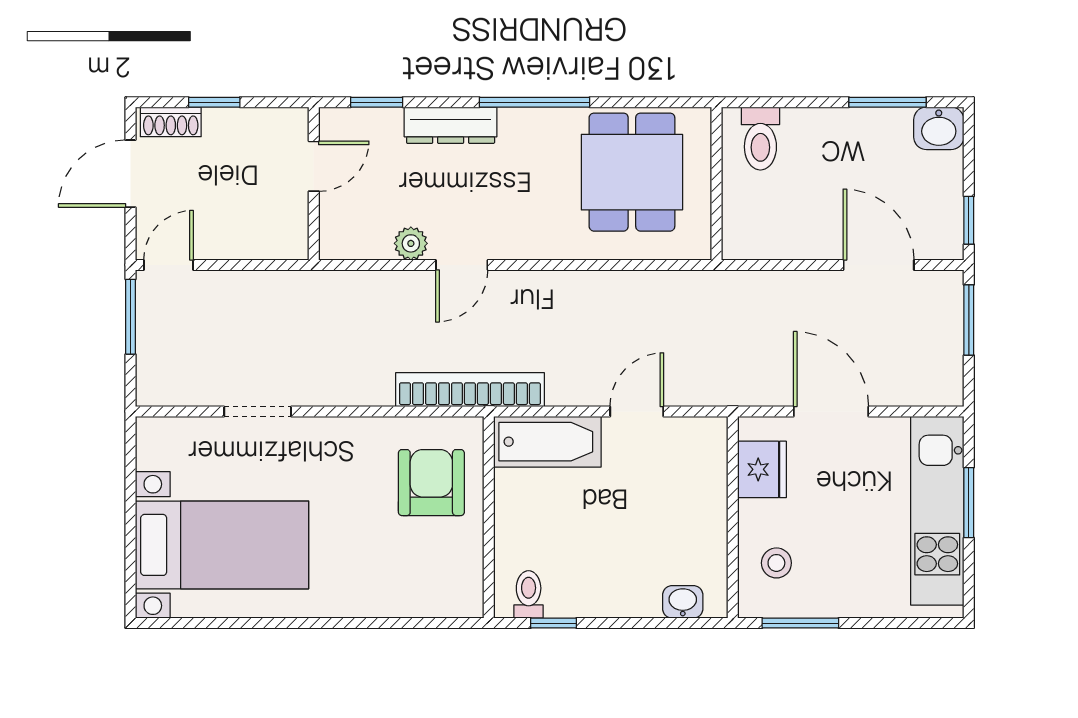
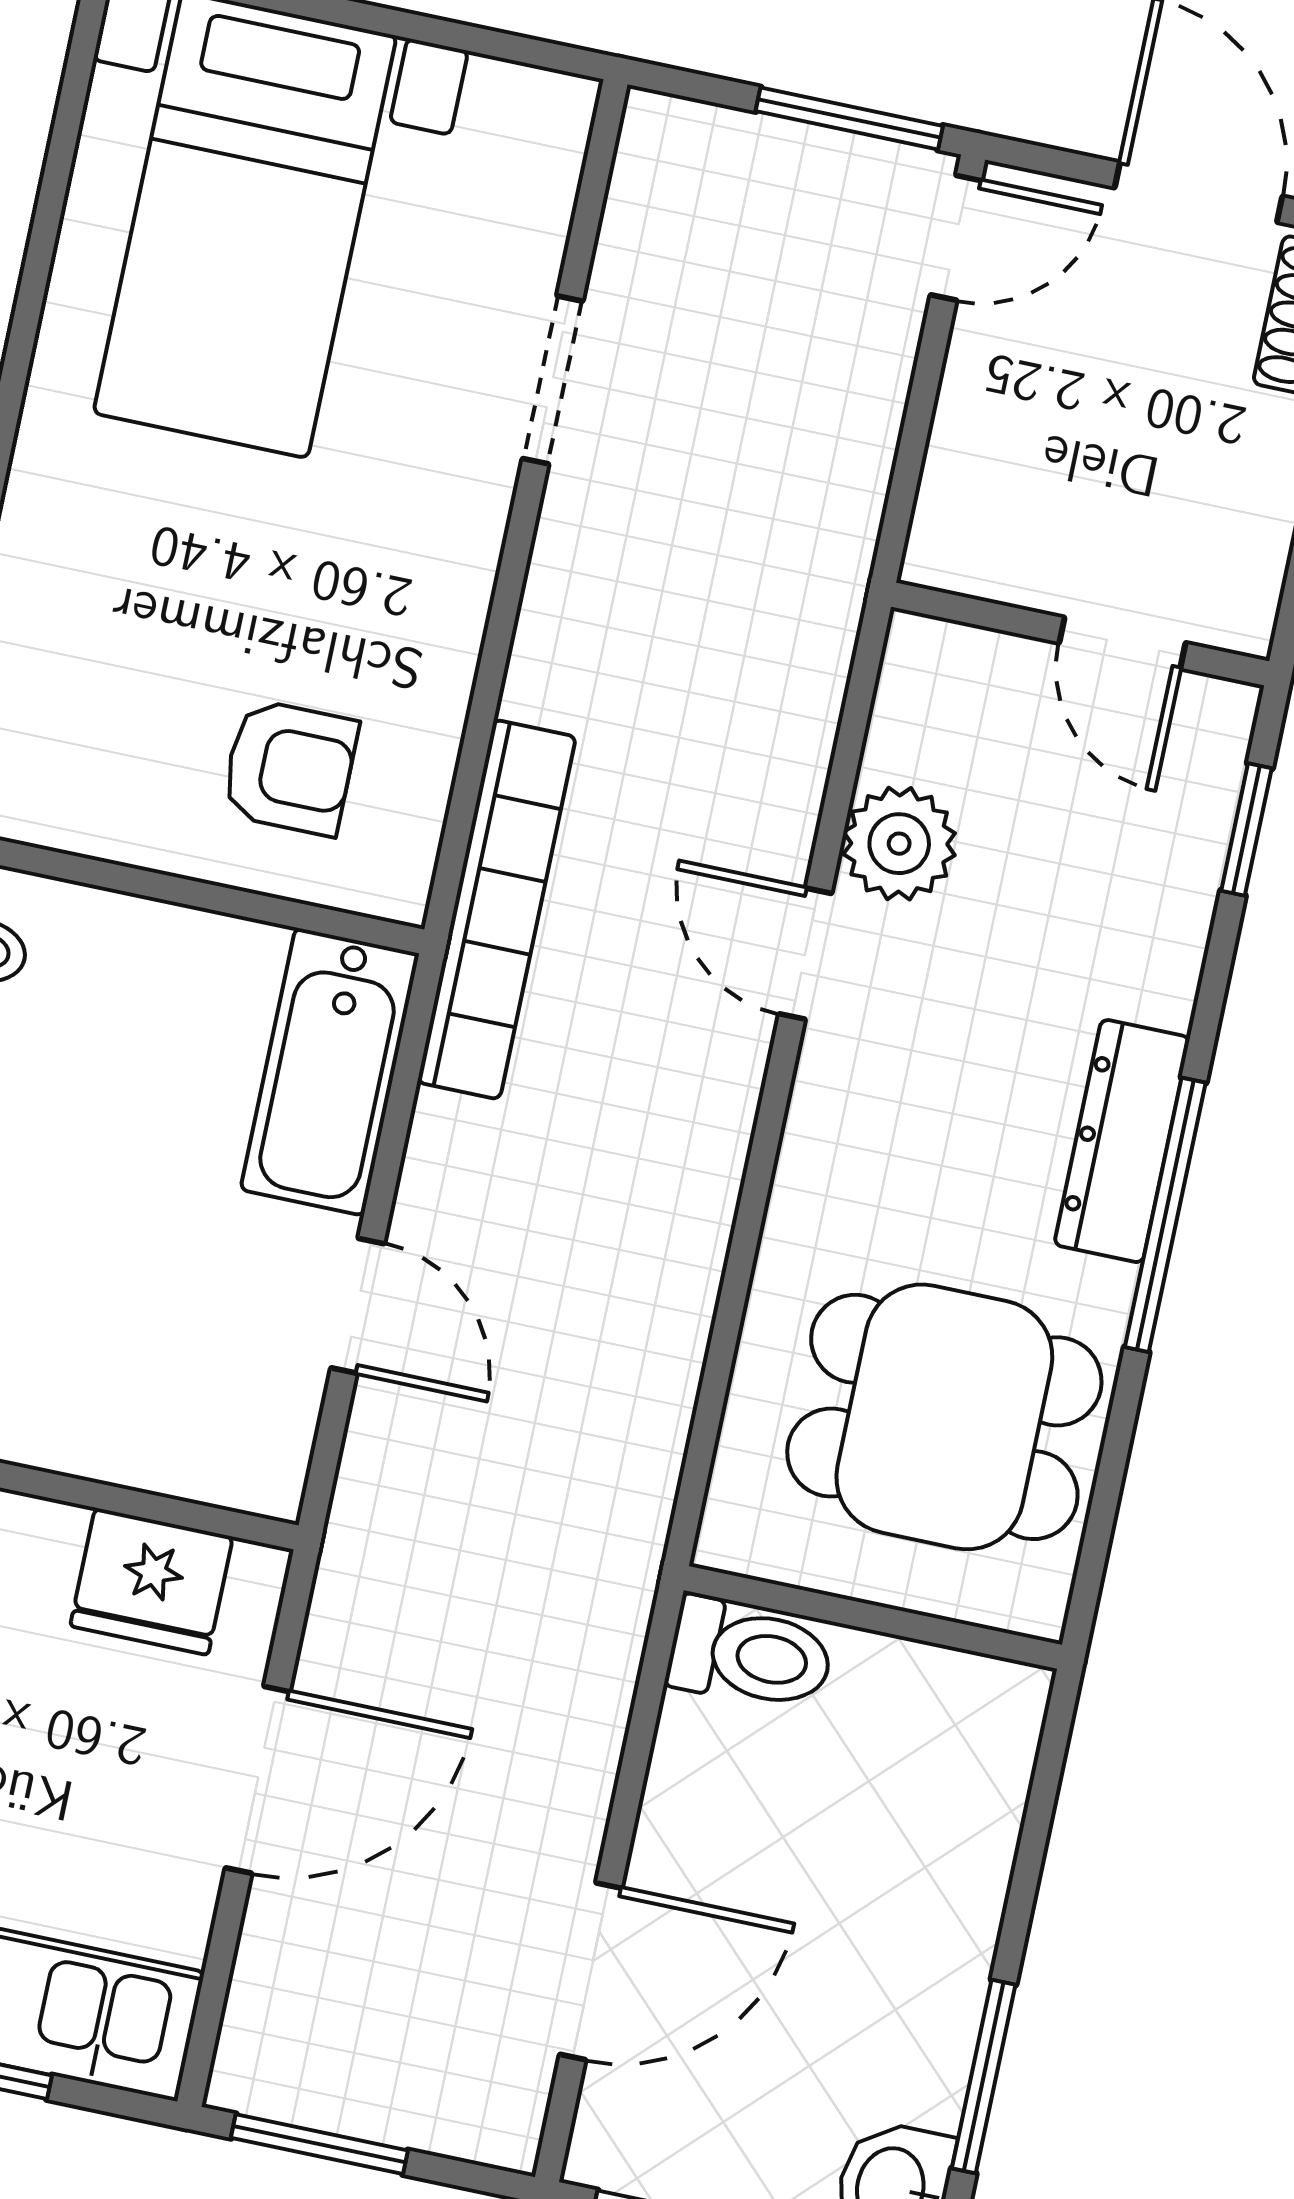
dresser: (451, 125) -> (1122, 1141), moved
toilet: (760, 139) -> (750, 1655), moved, turned 180
plant: (411, 243) -> (899, 844), width x1.38, depth x1.38
door: (169, 265) -> (956, 238), hinge flipped
window: (969, 320) -> (319, 2144), moved
armchair: (431, 483) -> (290, 767), width x0.72, depth x0.72

